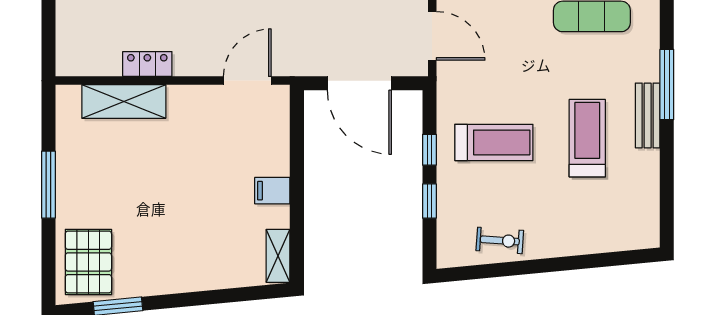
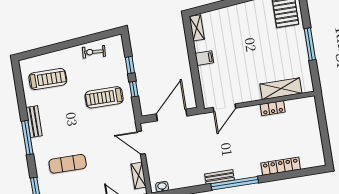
door: (359, 83) -> (172, 115), hinge flipped
treadmill: (587, 138) -> (48, 79), moved, turned -90

